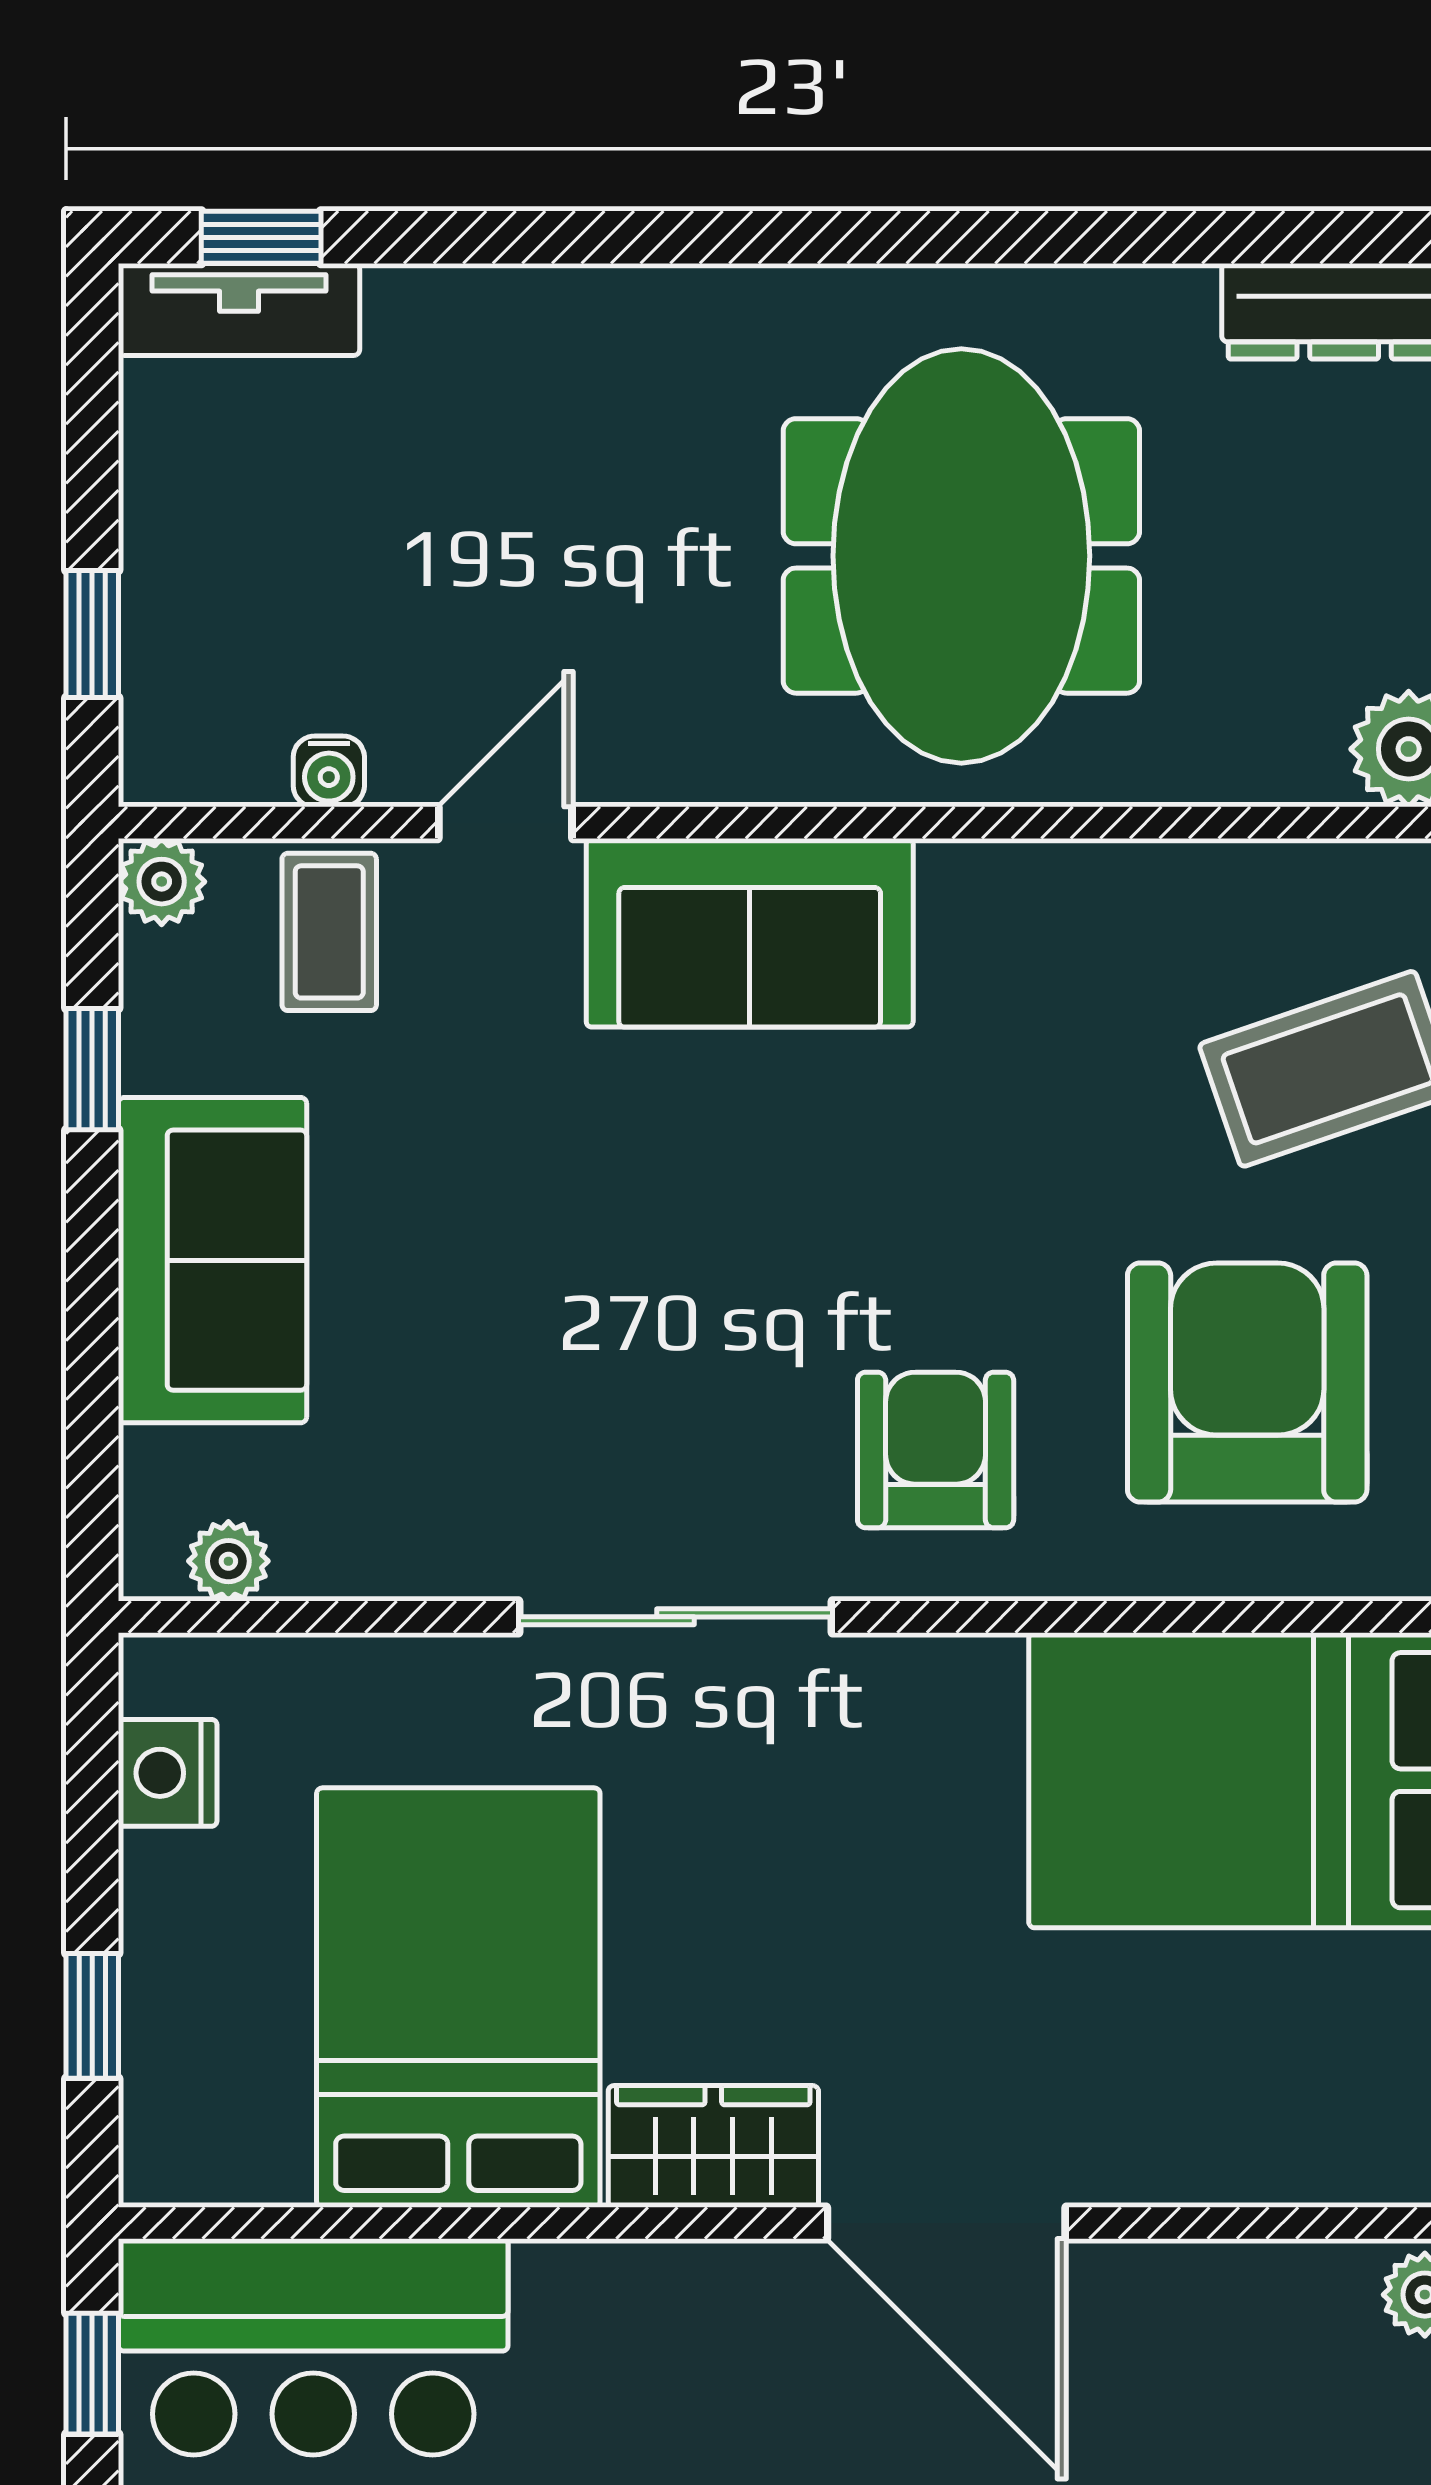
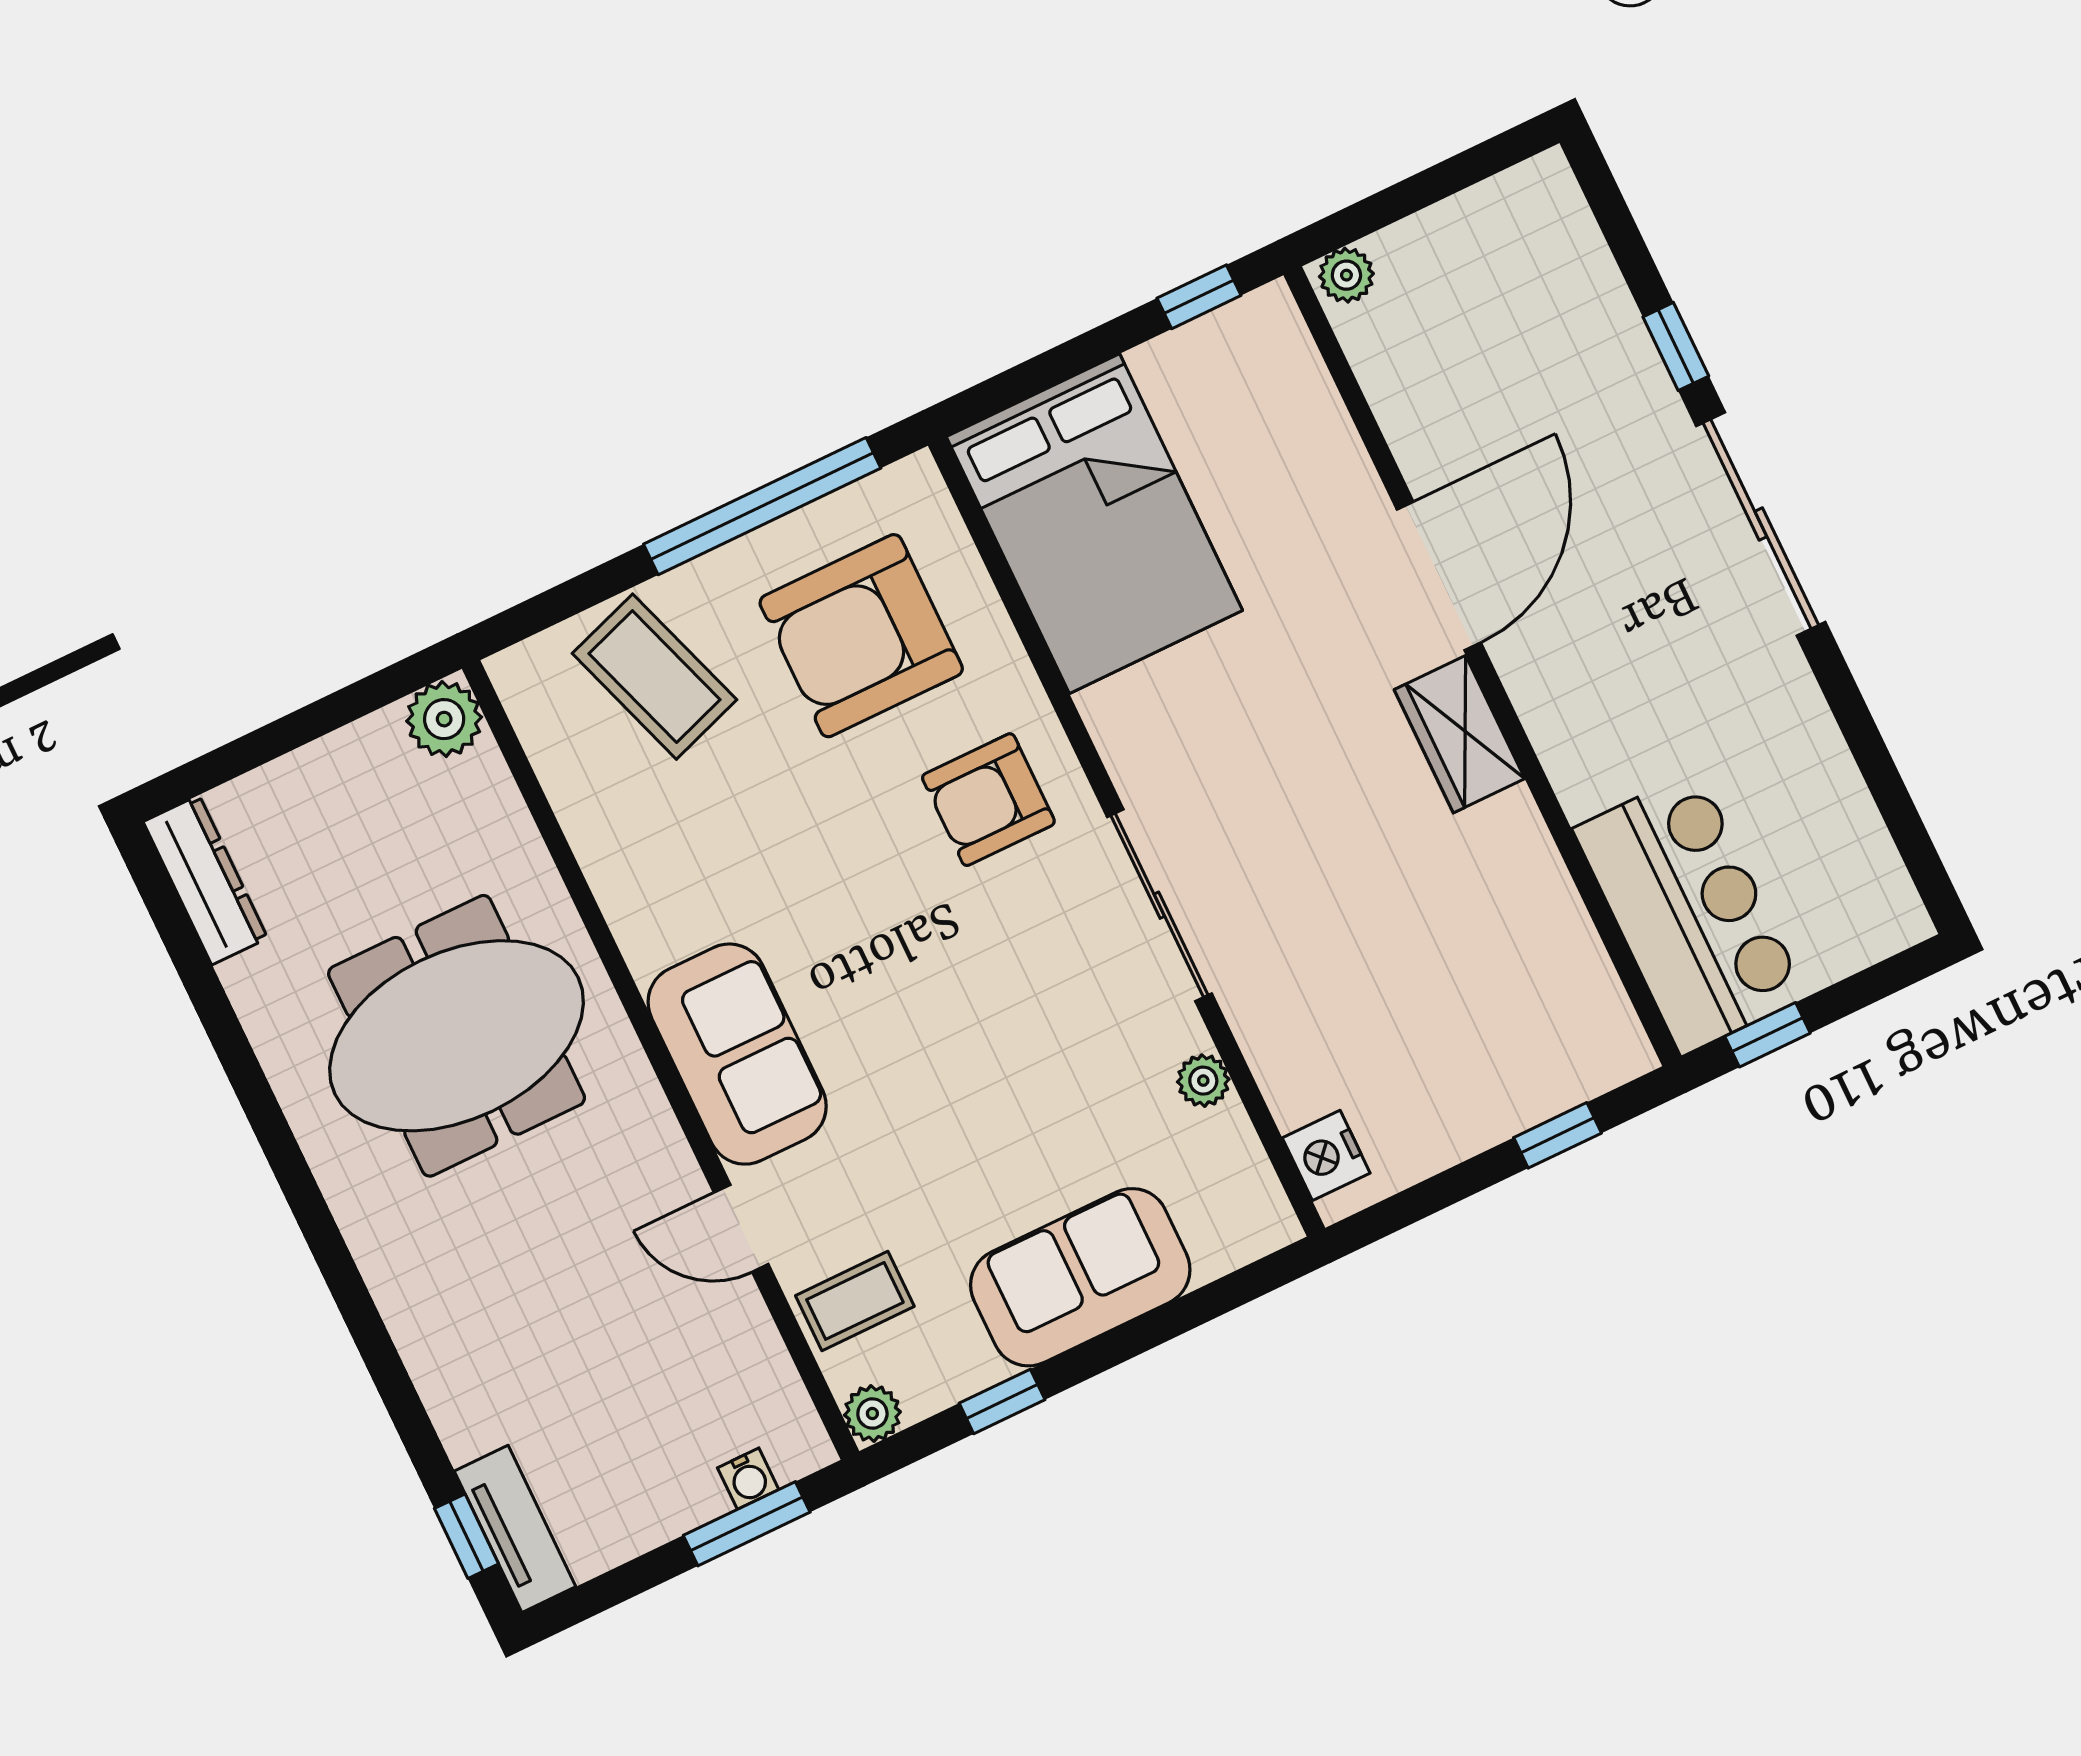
window: (92, 634) -> (747, 1524), width x1.50
water cooler: (329, 771) -> (748, 1479), moved, turned 90
plant: (228, 1561) -> (1203, 1081), moved
nightstand: (168, 1773) -> (1326, 1155), moved, turned 90
bed: (458, 1998) -> (1444, 926), removed

